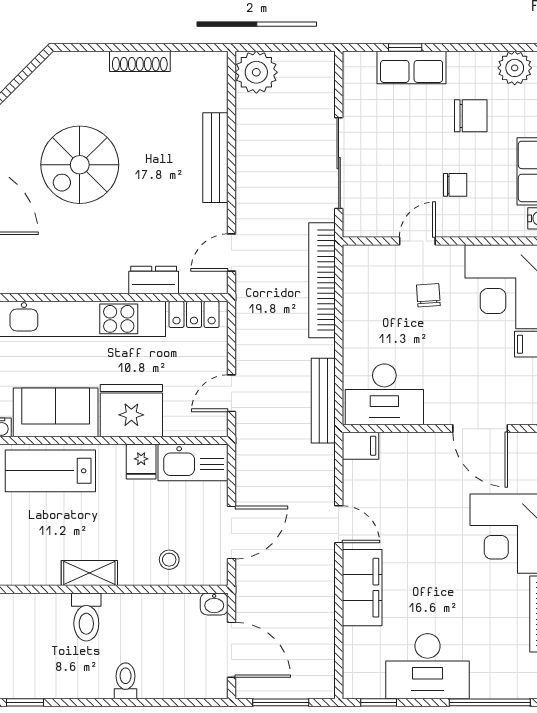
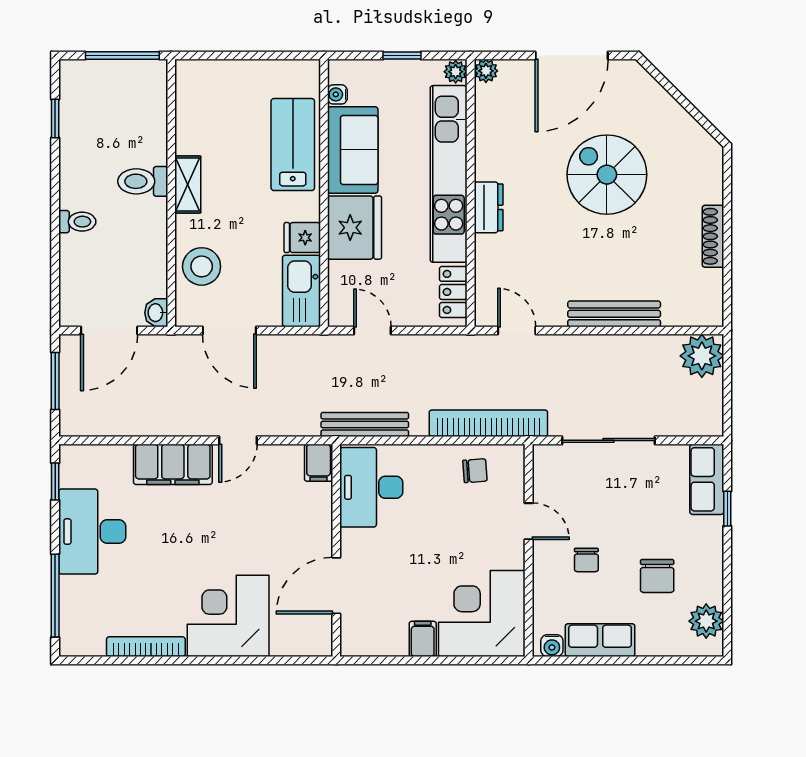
row of seats: (412, 67) -> (707, 479), moved
dresser: (154, 280) -> (489, 207), moved
chair: (428, 295) -> (475, 471), moved
stool: (169, 560) -> (202, 266), width x1.89, depth x1.89

